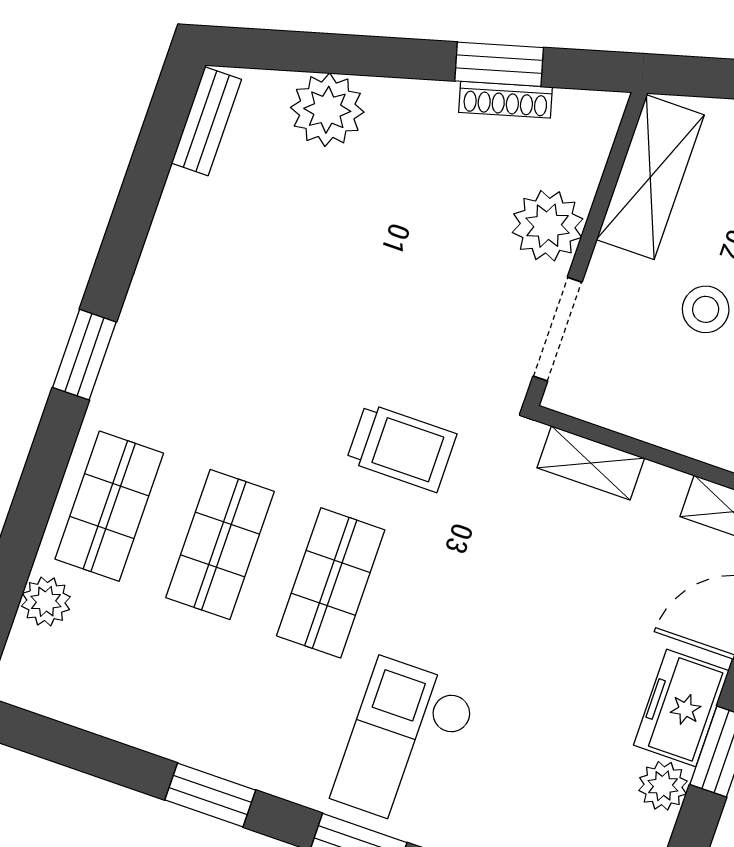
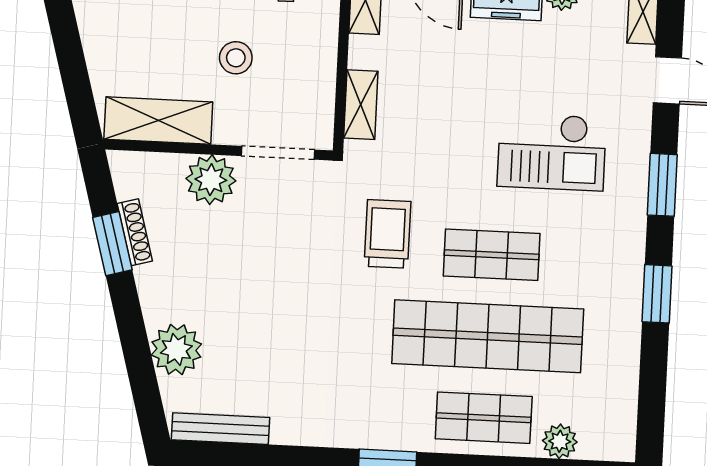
bench: (206, 121) -> (221, 429), width x1.36
shop shelf: (220, 544) -> (488, 336), width x2.00, depth x1.36
checkout: (405, 744) -> (552, 152), moved

